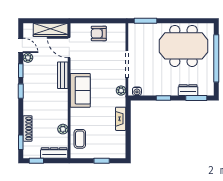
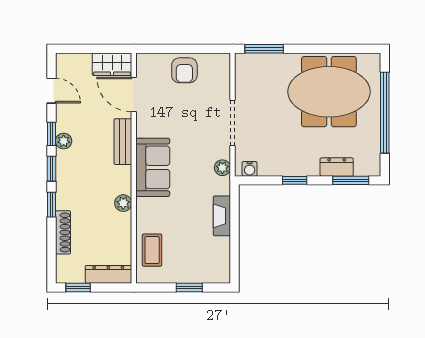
wardrobe: (51, 30) -> (112, 64), width x0.67
armchair: (99, 33) -> (184, 70), turned -90
plant: (28, 58) -> (64, 141), moved
plant: (63, 129) -> (123, 203), moved
window: (21, 142) -> (51, 205), moved

